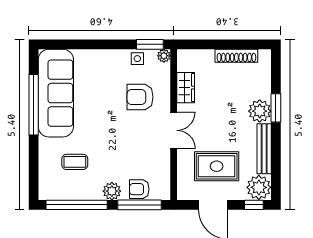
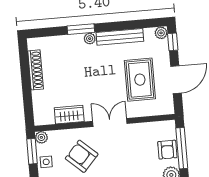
armchair: (140, 97) -> (82, 156), turned 132
plant: (260, 111) -> (90, 39), width x0.53, depth x0.53
plant: (259, 187) -> (161, 33), width x0.53, depth x0.53

